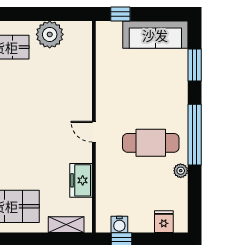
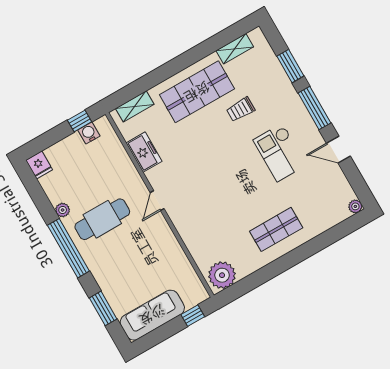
plant: (50, 34) -> (222, 275), moved
door: (94, 132) -> (157, 201), swing flipped
fridge: (164, 222) -> (39, 165), moved

